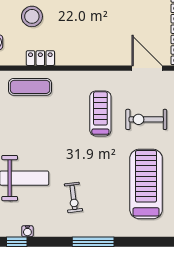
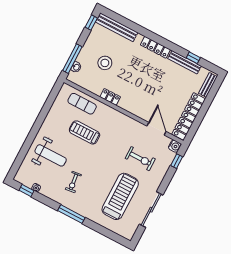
locker: (40, 58) -> (110, 97), moved
treadmill: (100, 113) -> (85, 132), moved, turned -90
exercise bike: (146, 119) -> (140, 159), turned 180

